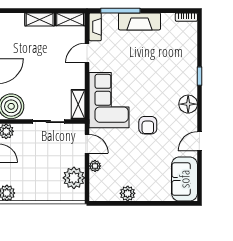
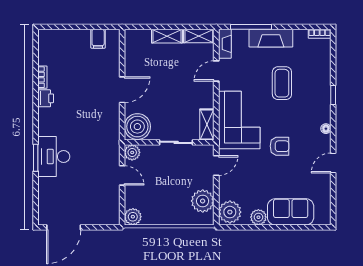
coffee table: (150, 65) -> (282, 83), added
floor lamp: (188, 104) -> (326, 129), width x0.53, depth x0.53
armchair: (148, 125) -> (279, 146), turned -90
door: (87, 144) -> (216, 165), hinge flipped
plant: (95, 166) -> (230, 212), moved, width x1.88, depth x1.88
sofa: (184, 179) -> (291, 212), moved, turned 90

